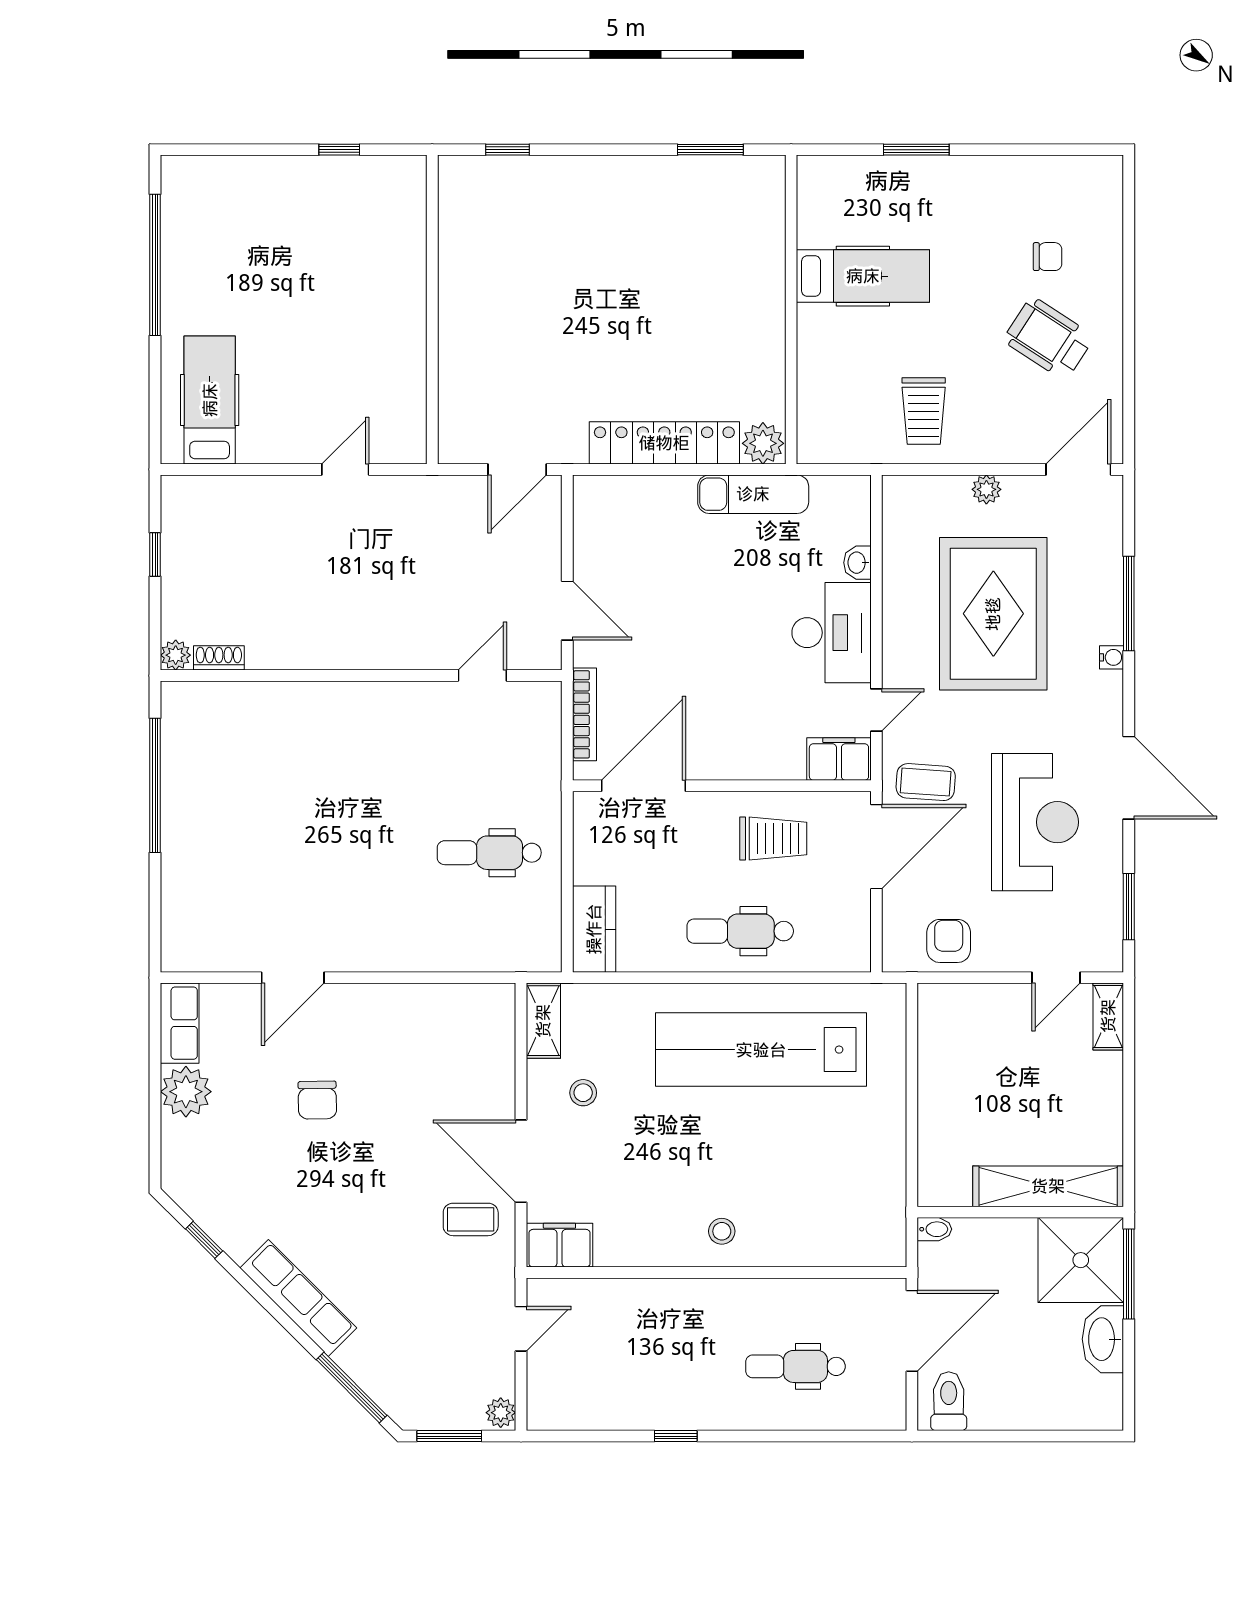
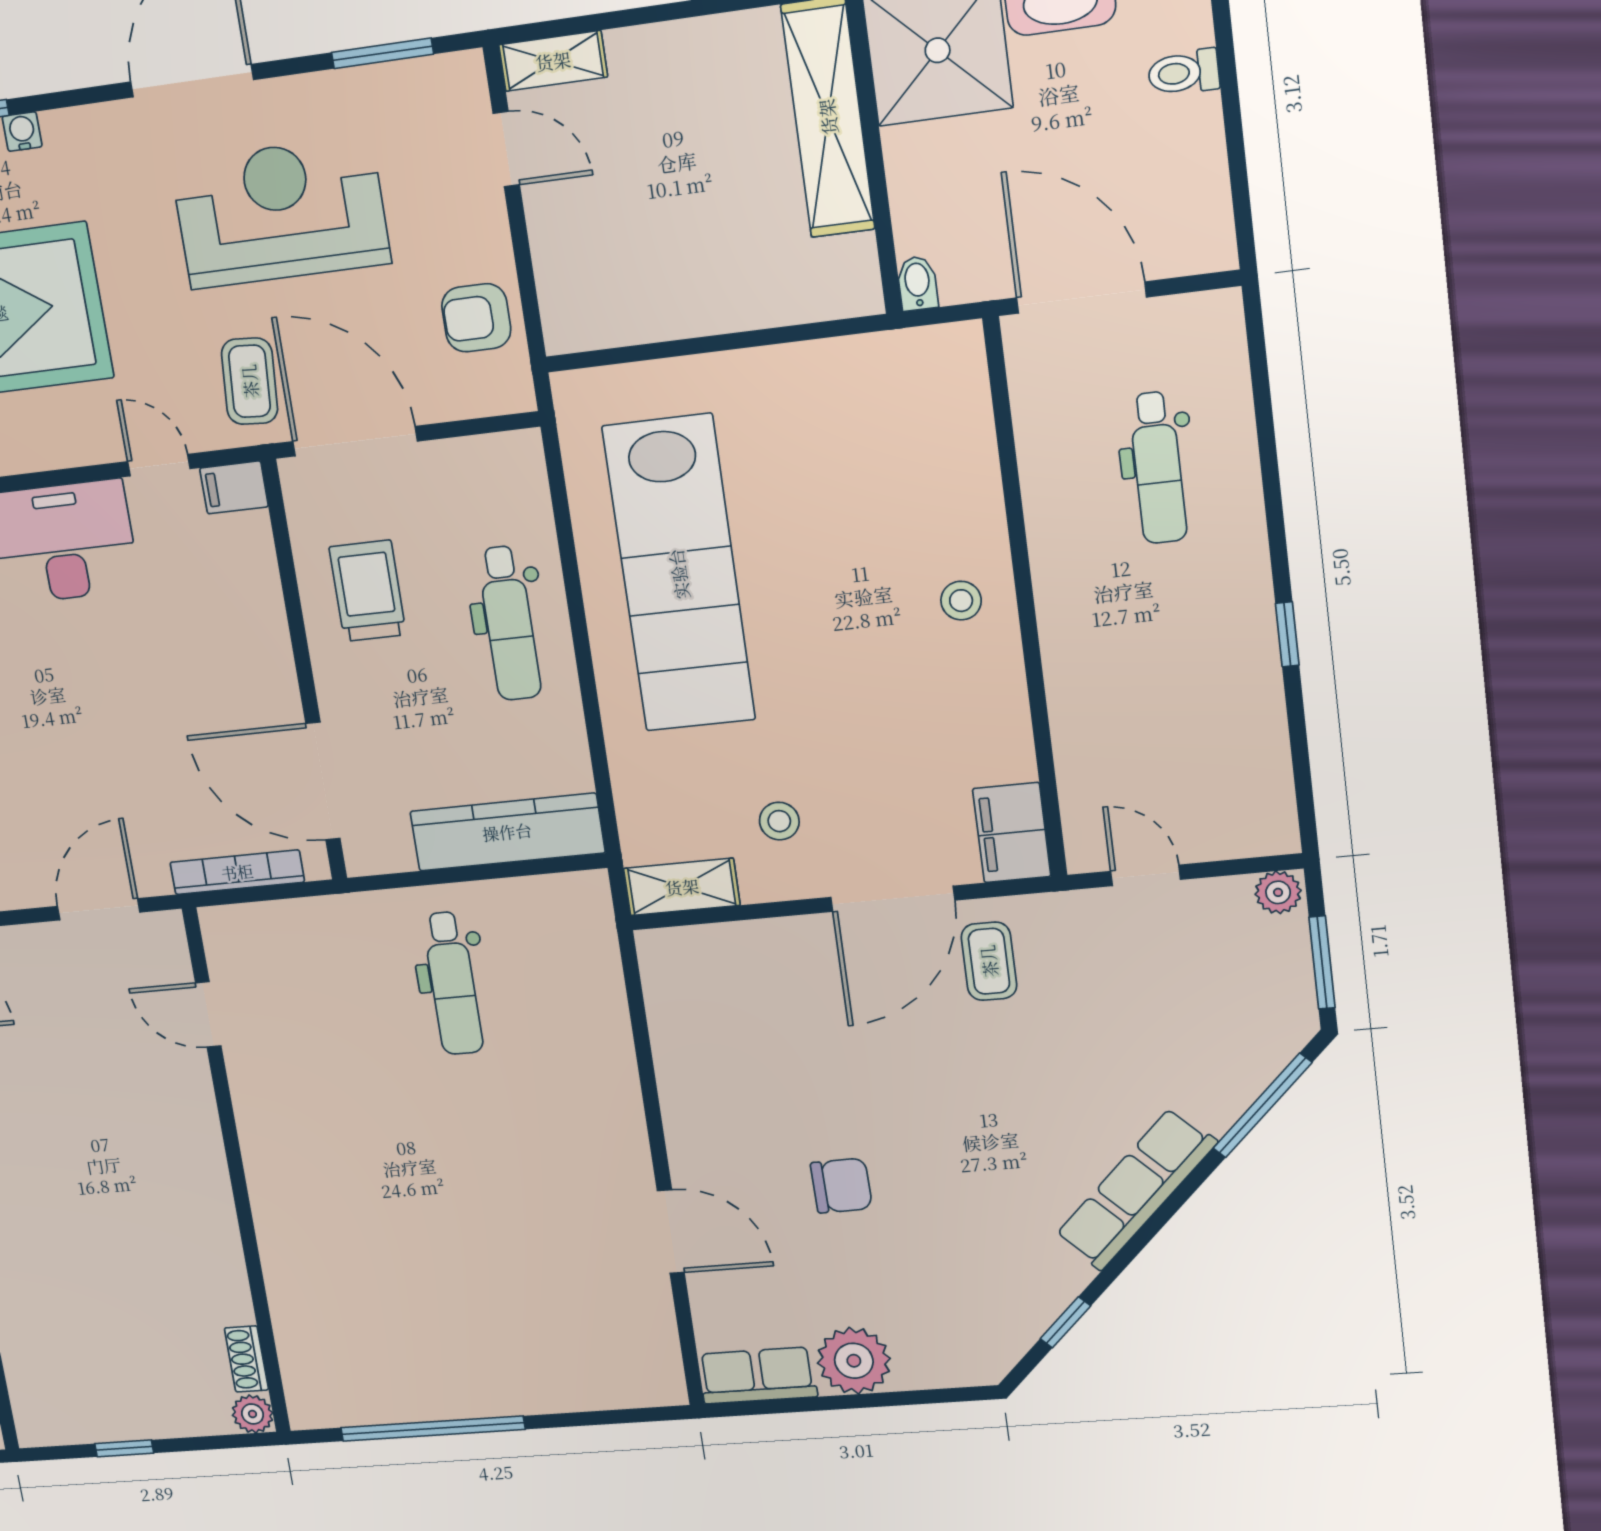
filing cabinet: (839, 759) -> (234, 487), width x0.50
kitchen counter: (594, 929) -> (507, 832), width x1.50
toilet: (949, 1401) -> (1184, 72), moved, width x0.73, depth x0.72

